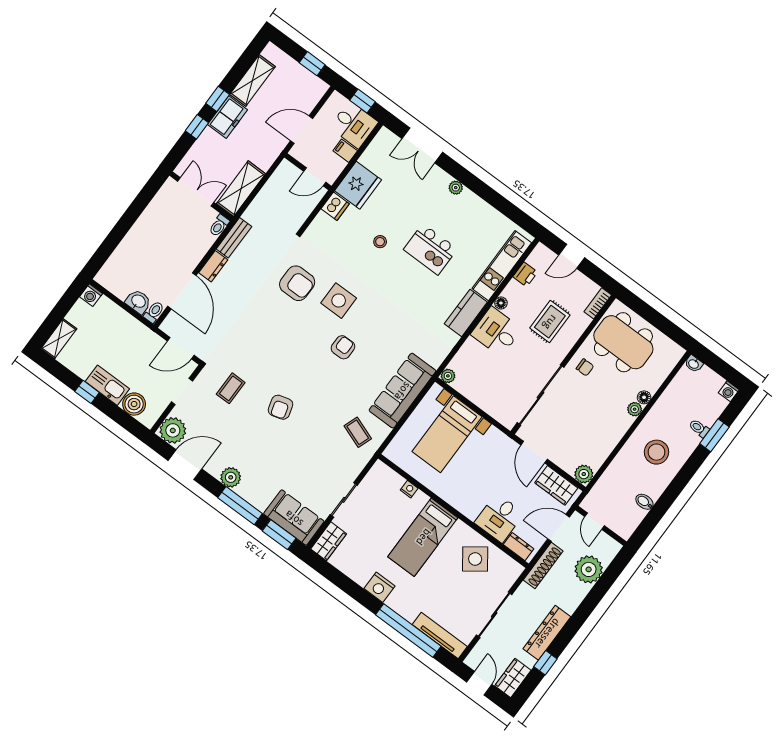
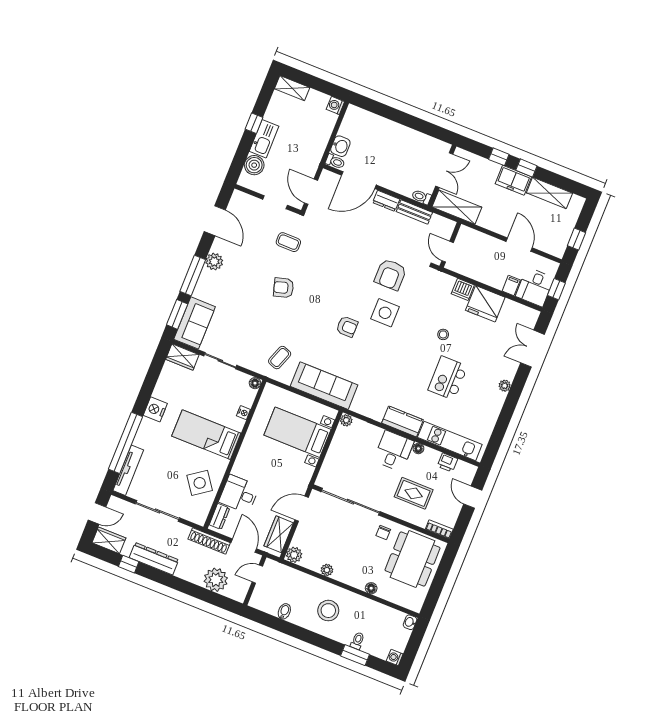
wall: (308, 172) -> (450, 245), moved
door: (315, 177) -> (448, 252), moved
plant: (635, 409) -> (327, 570), moved
plant: (173, 430) -> (241, 203), removed
floor lamp: (379, 467) -> (255, 383), added

